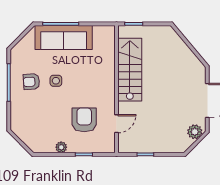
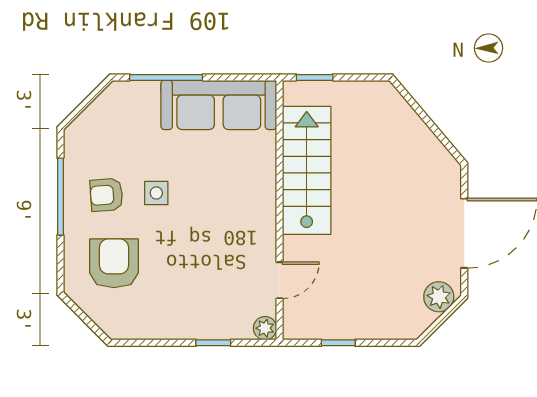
sofa: (64, 37) -> (219, 105), moved
armchair: (84, 120) -> (114, 263), moved
plant: (61, 147) -> (265, 328), moved

